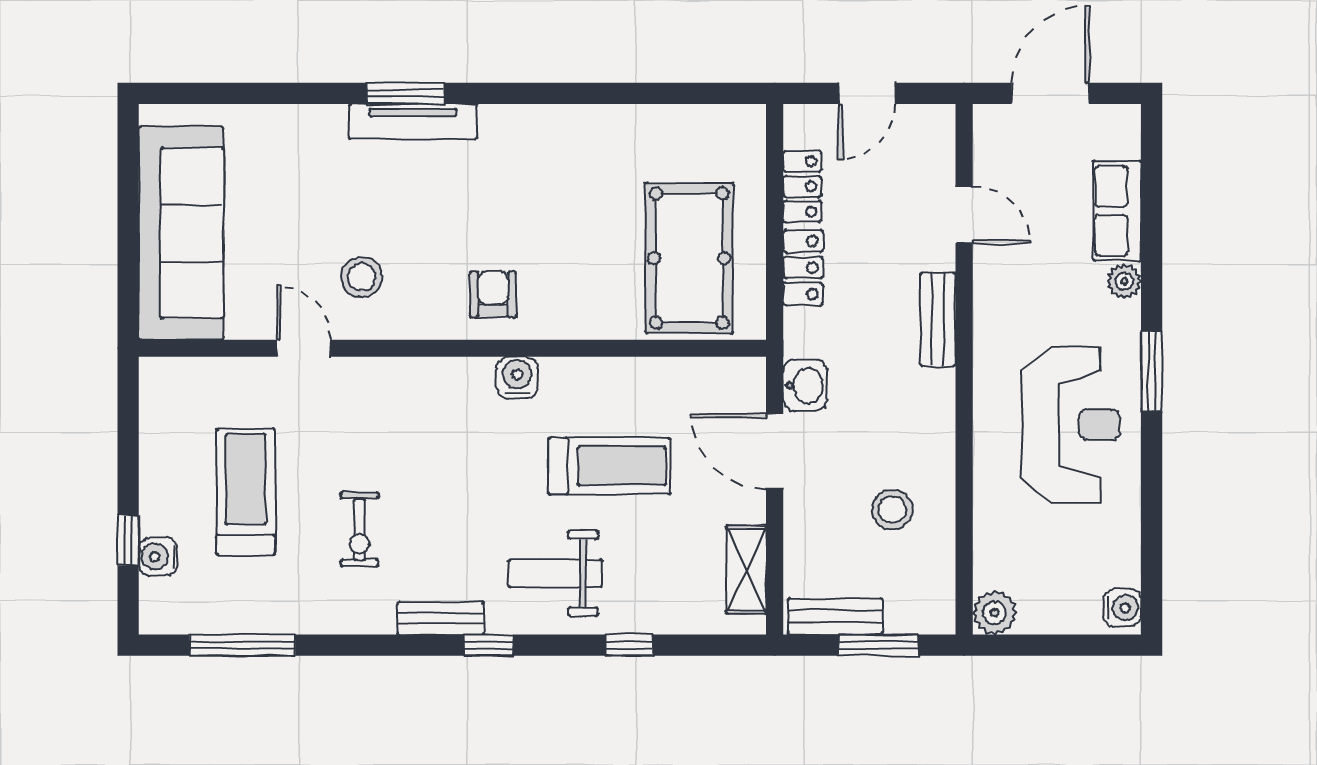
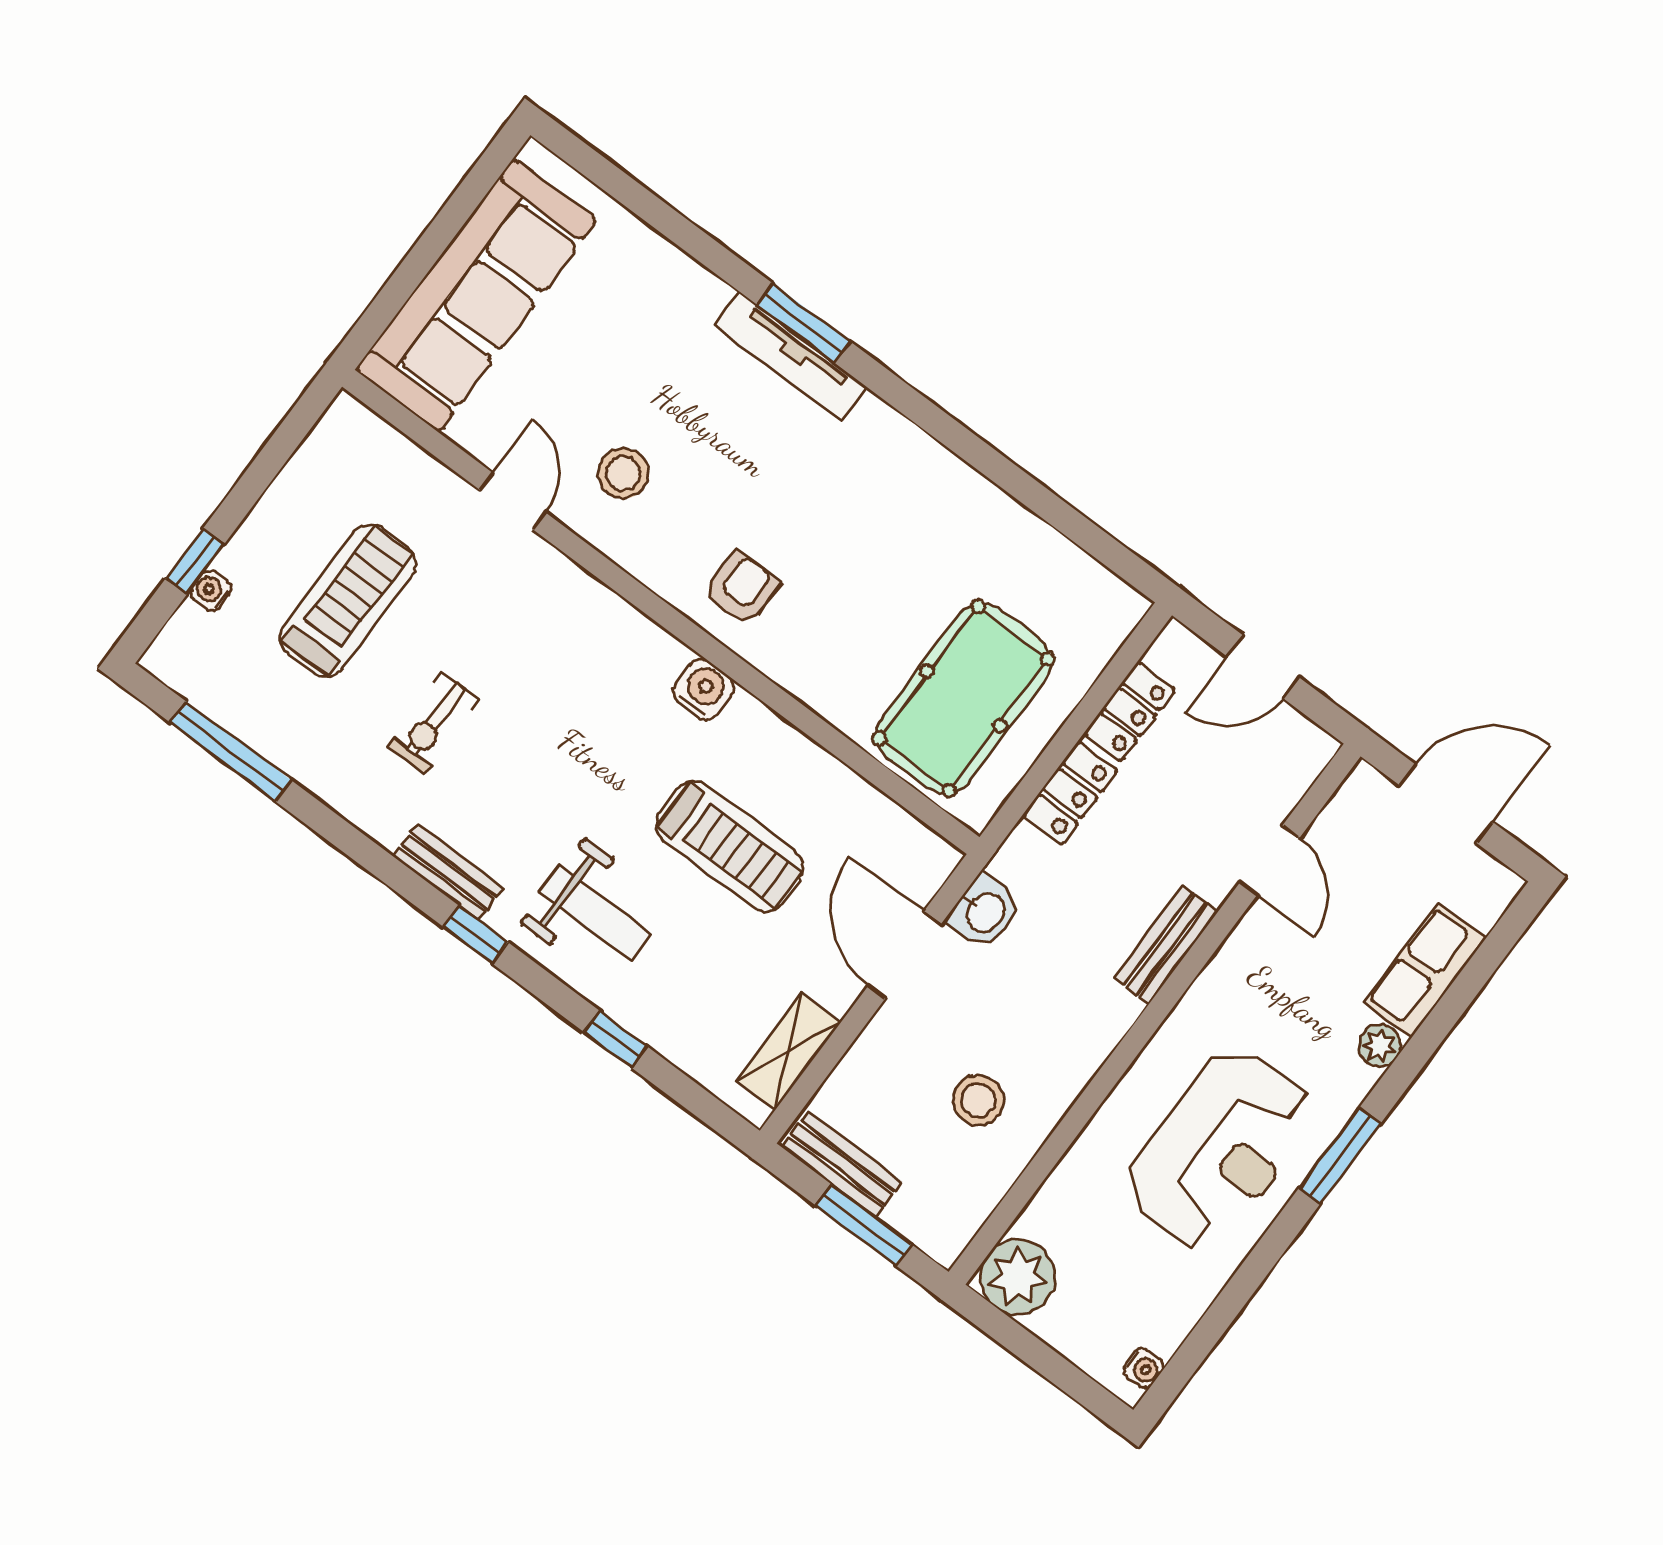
water cooler: (158, 557) -> (211, 591), width x0.72, depth x0.72
weight bench: (555, 573) -> (595, 913), turned 180
water cooler: (1122, 608) -> (1144, 1368), width x0.72, depth x0.72
plant: (995, 613) -> (1018, 1277), width x1.36, depth x1.36

